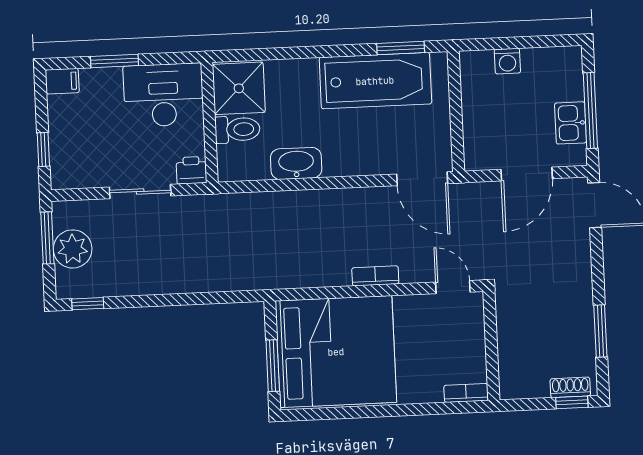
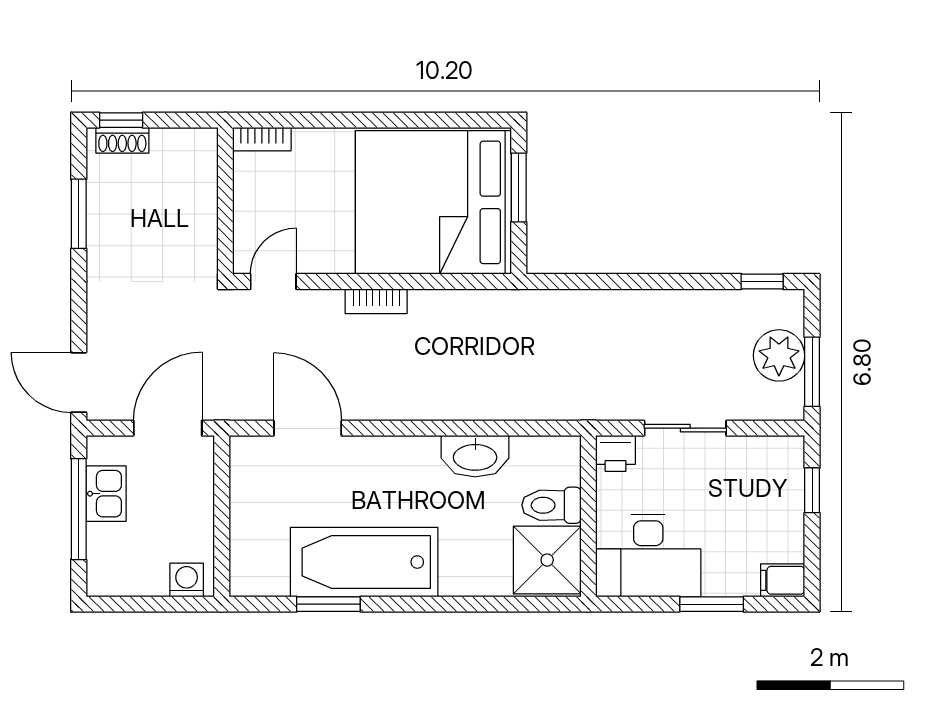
wall: (456, 111) -> (222, 516), moved
door: (453, 287) -> (273, 281), swing flipped

